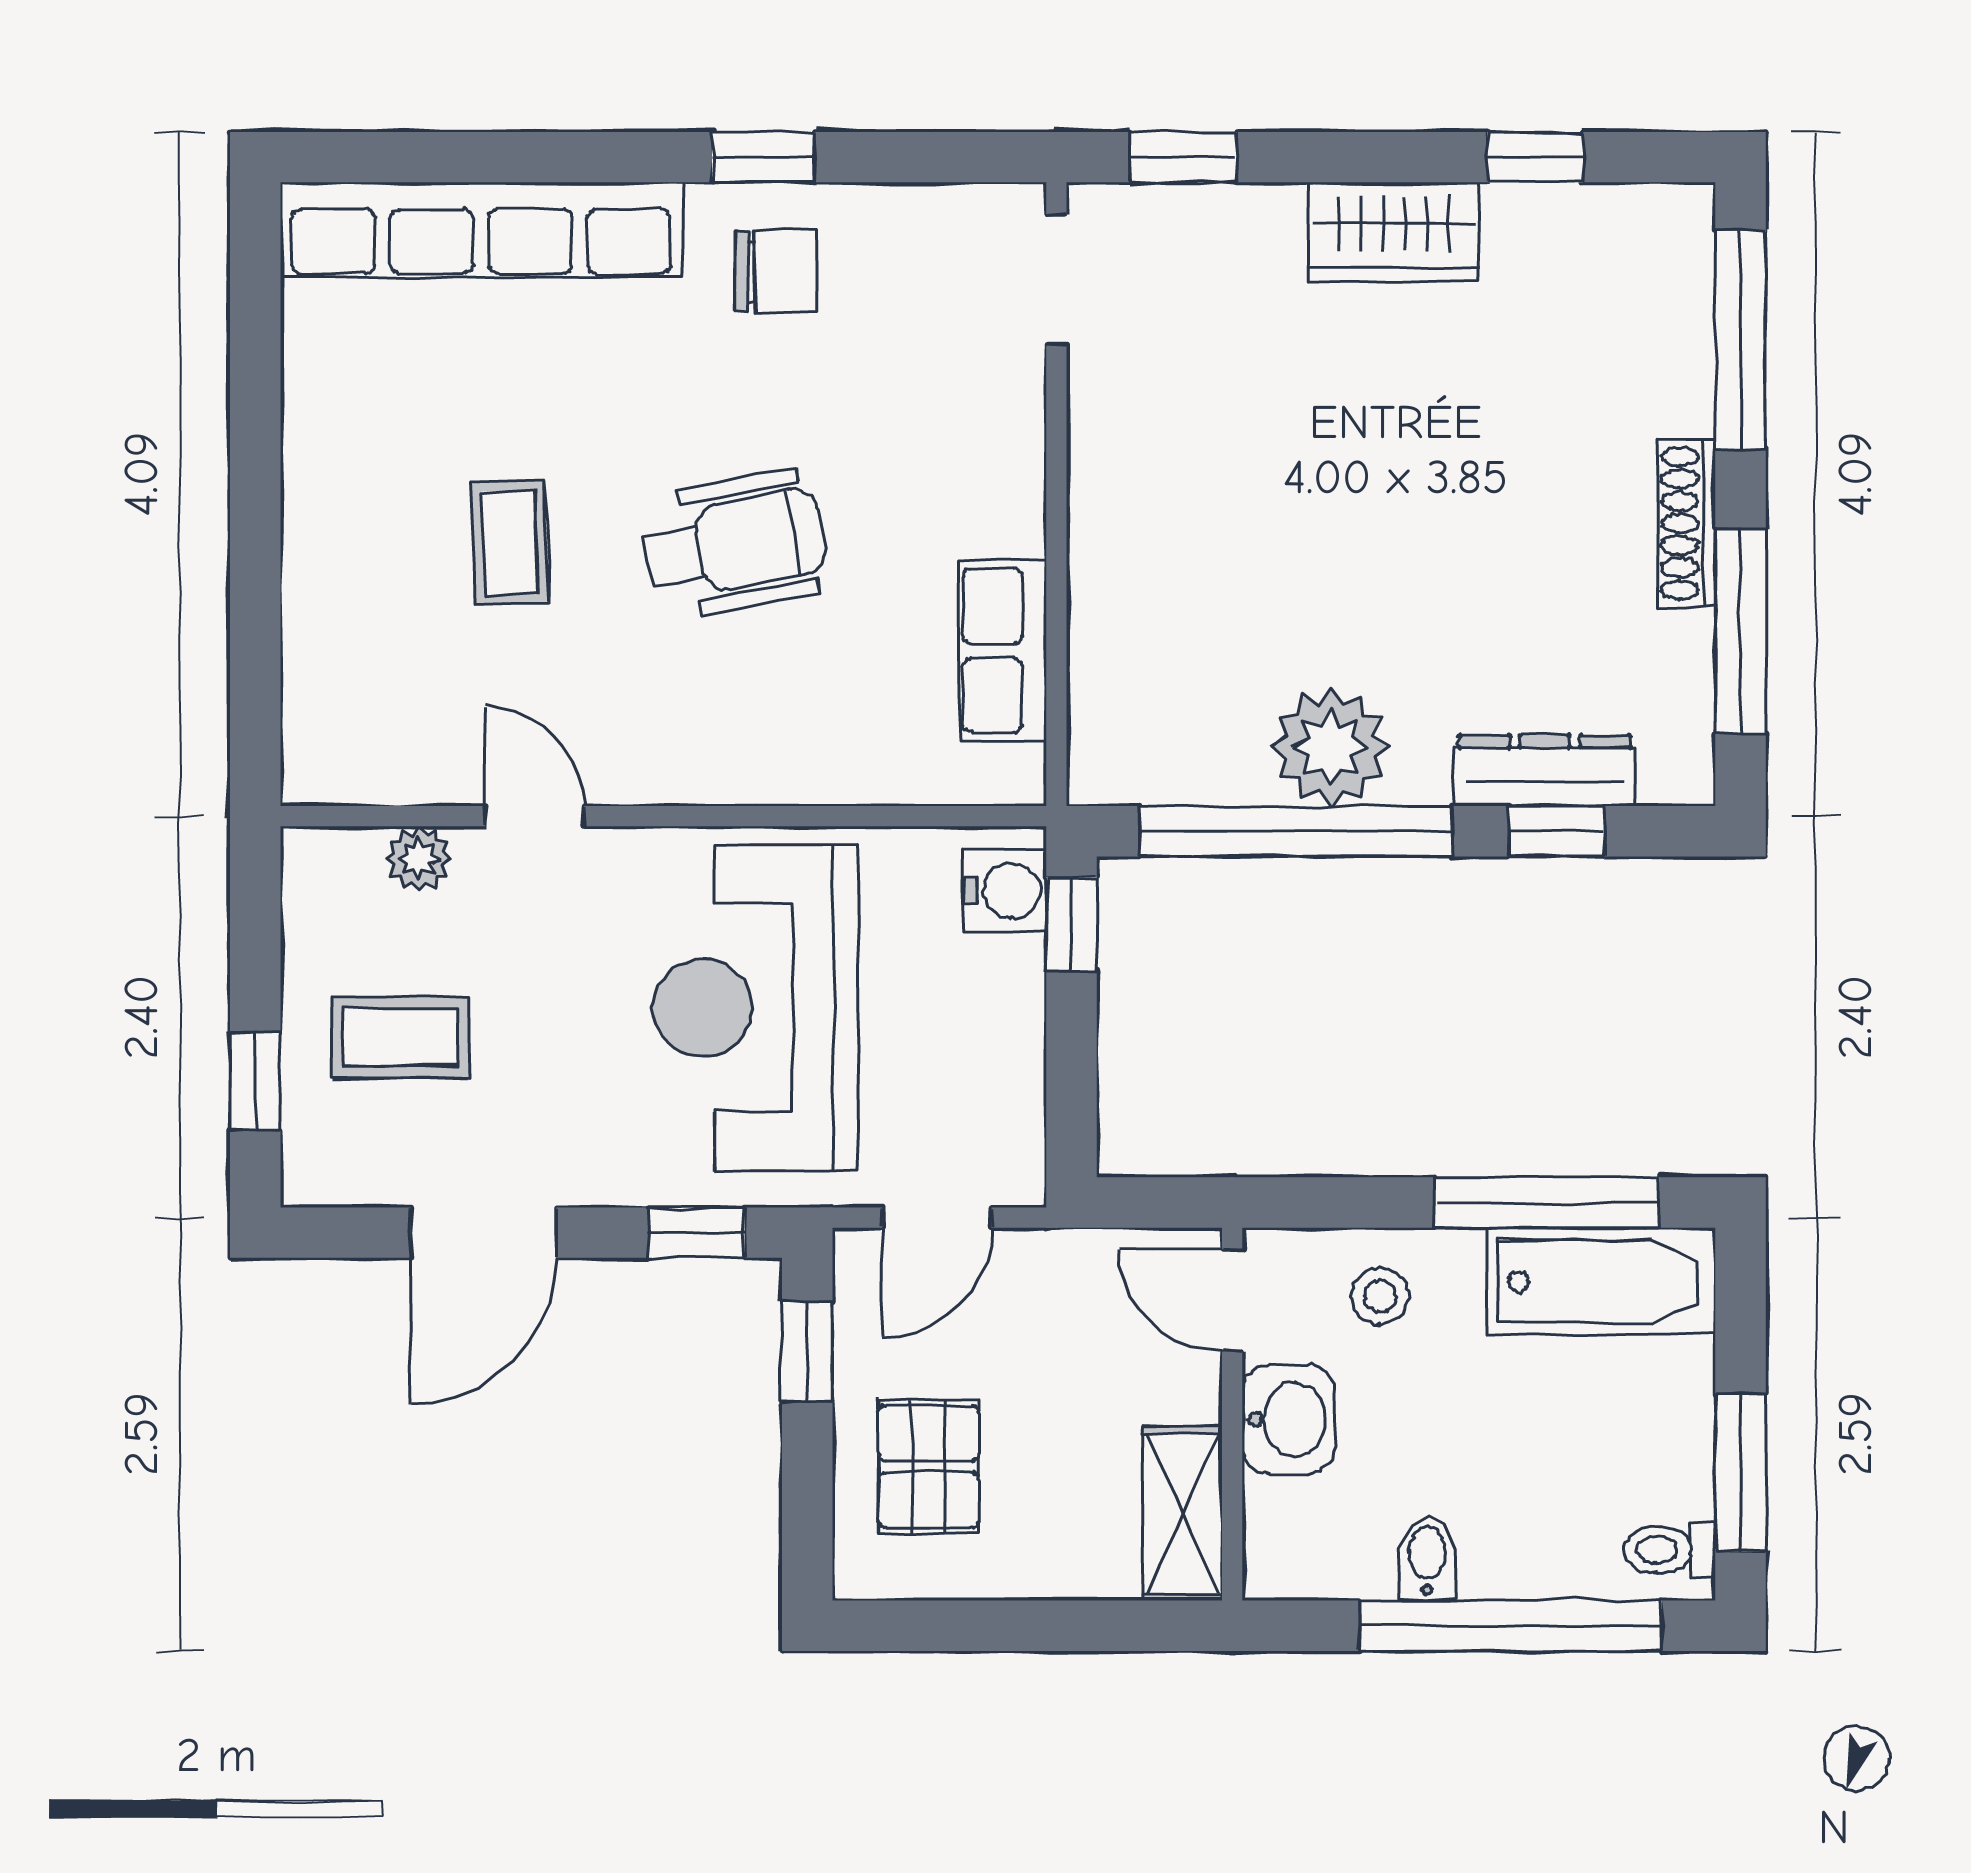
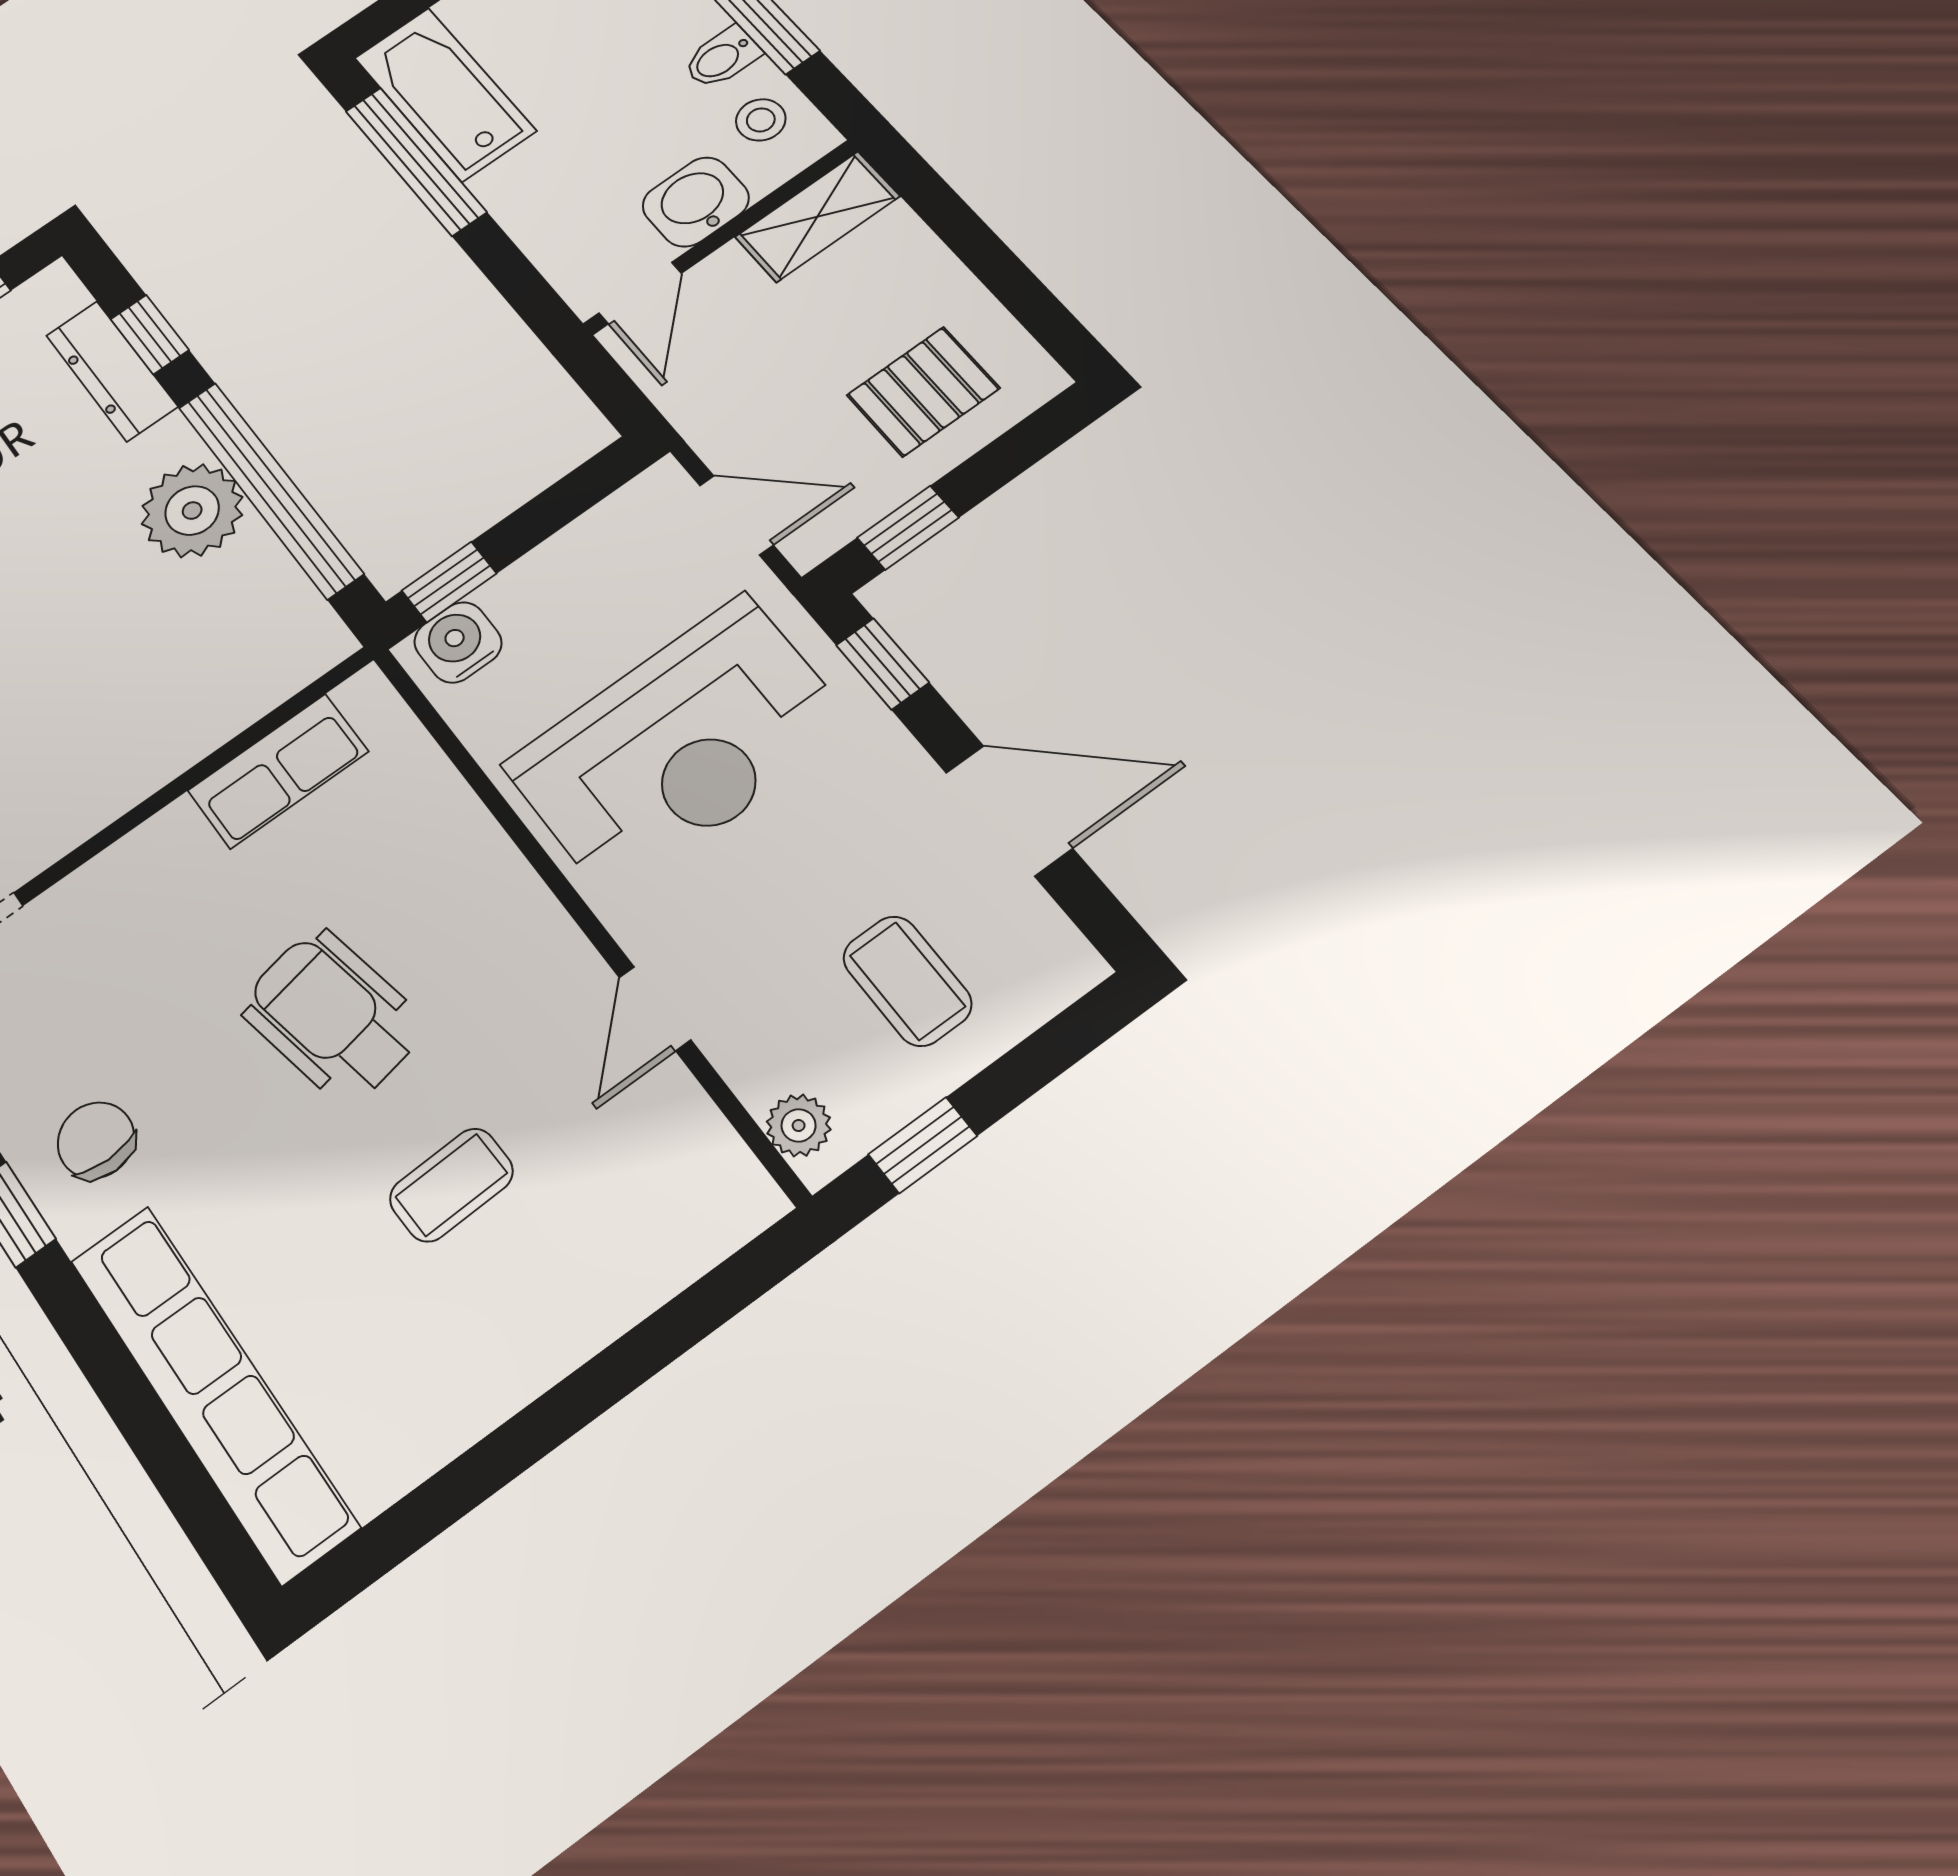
plant: (419, 859) -> (799, 1125), moved
window: (255, 1081) -> (923, 1145), moved
stool: (1380, 1296) -> (761, 120), moved

